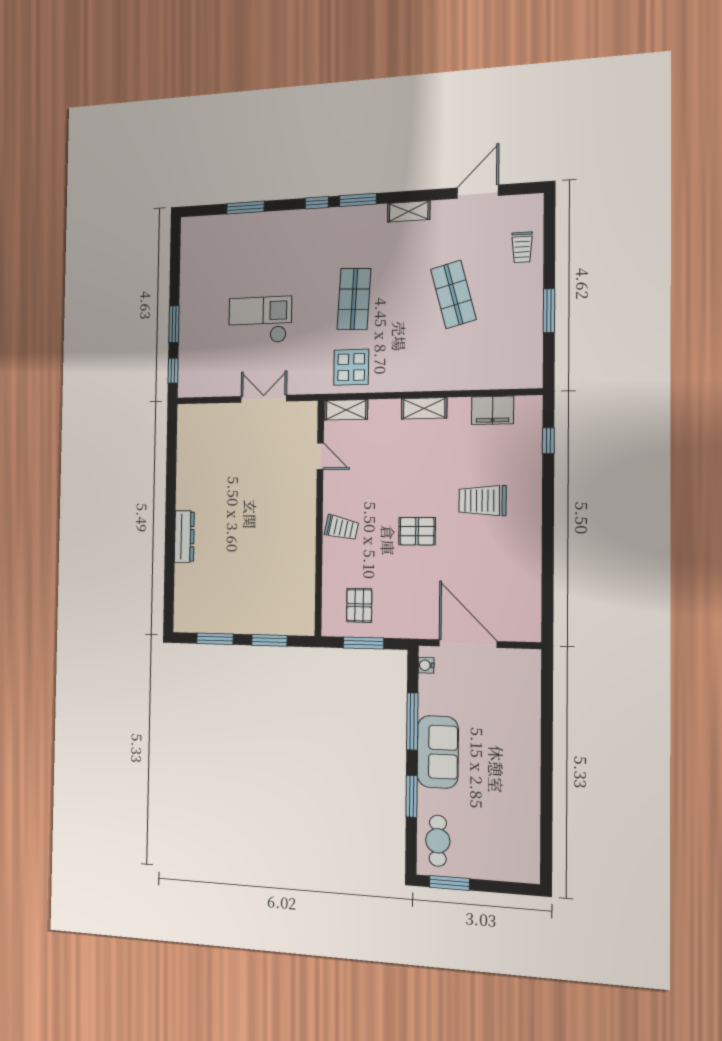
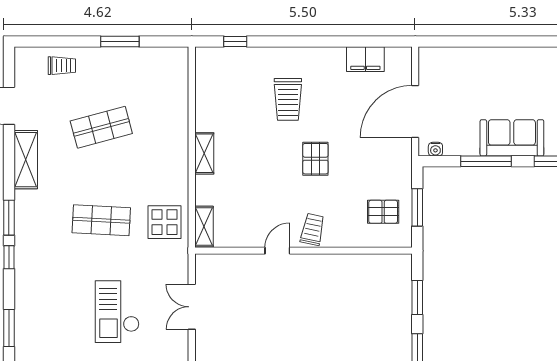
shelving: (409, 211) -> (26, 160), width x1.50, depth x1.33
filing cabinet: (493, 410) -> (365, 59), moved, turned 90
door: (320, 456) -> (277, 251), moved

